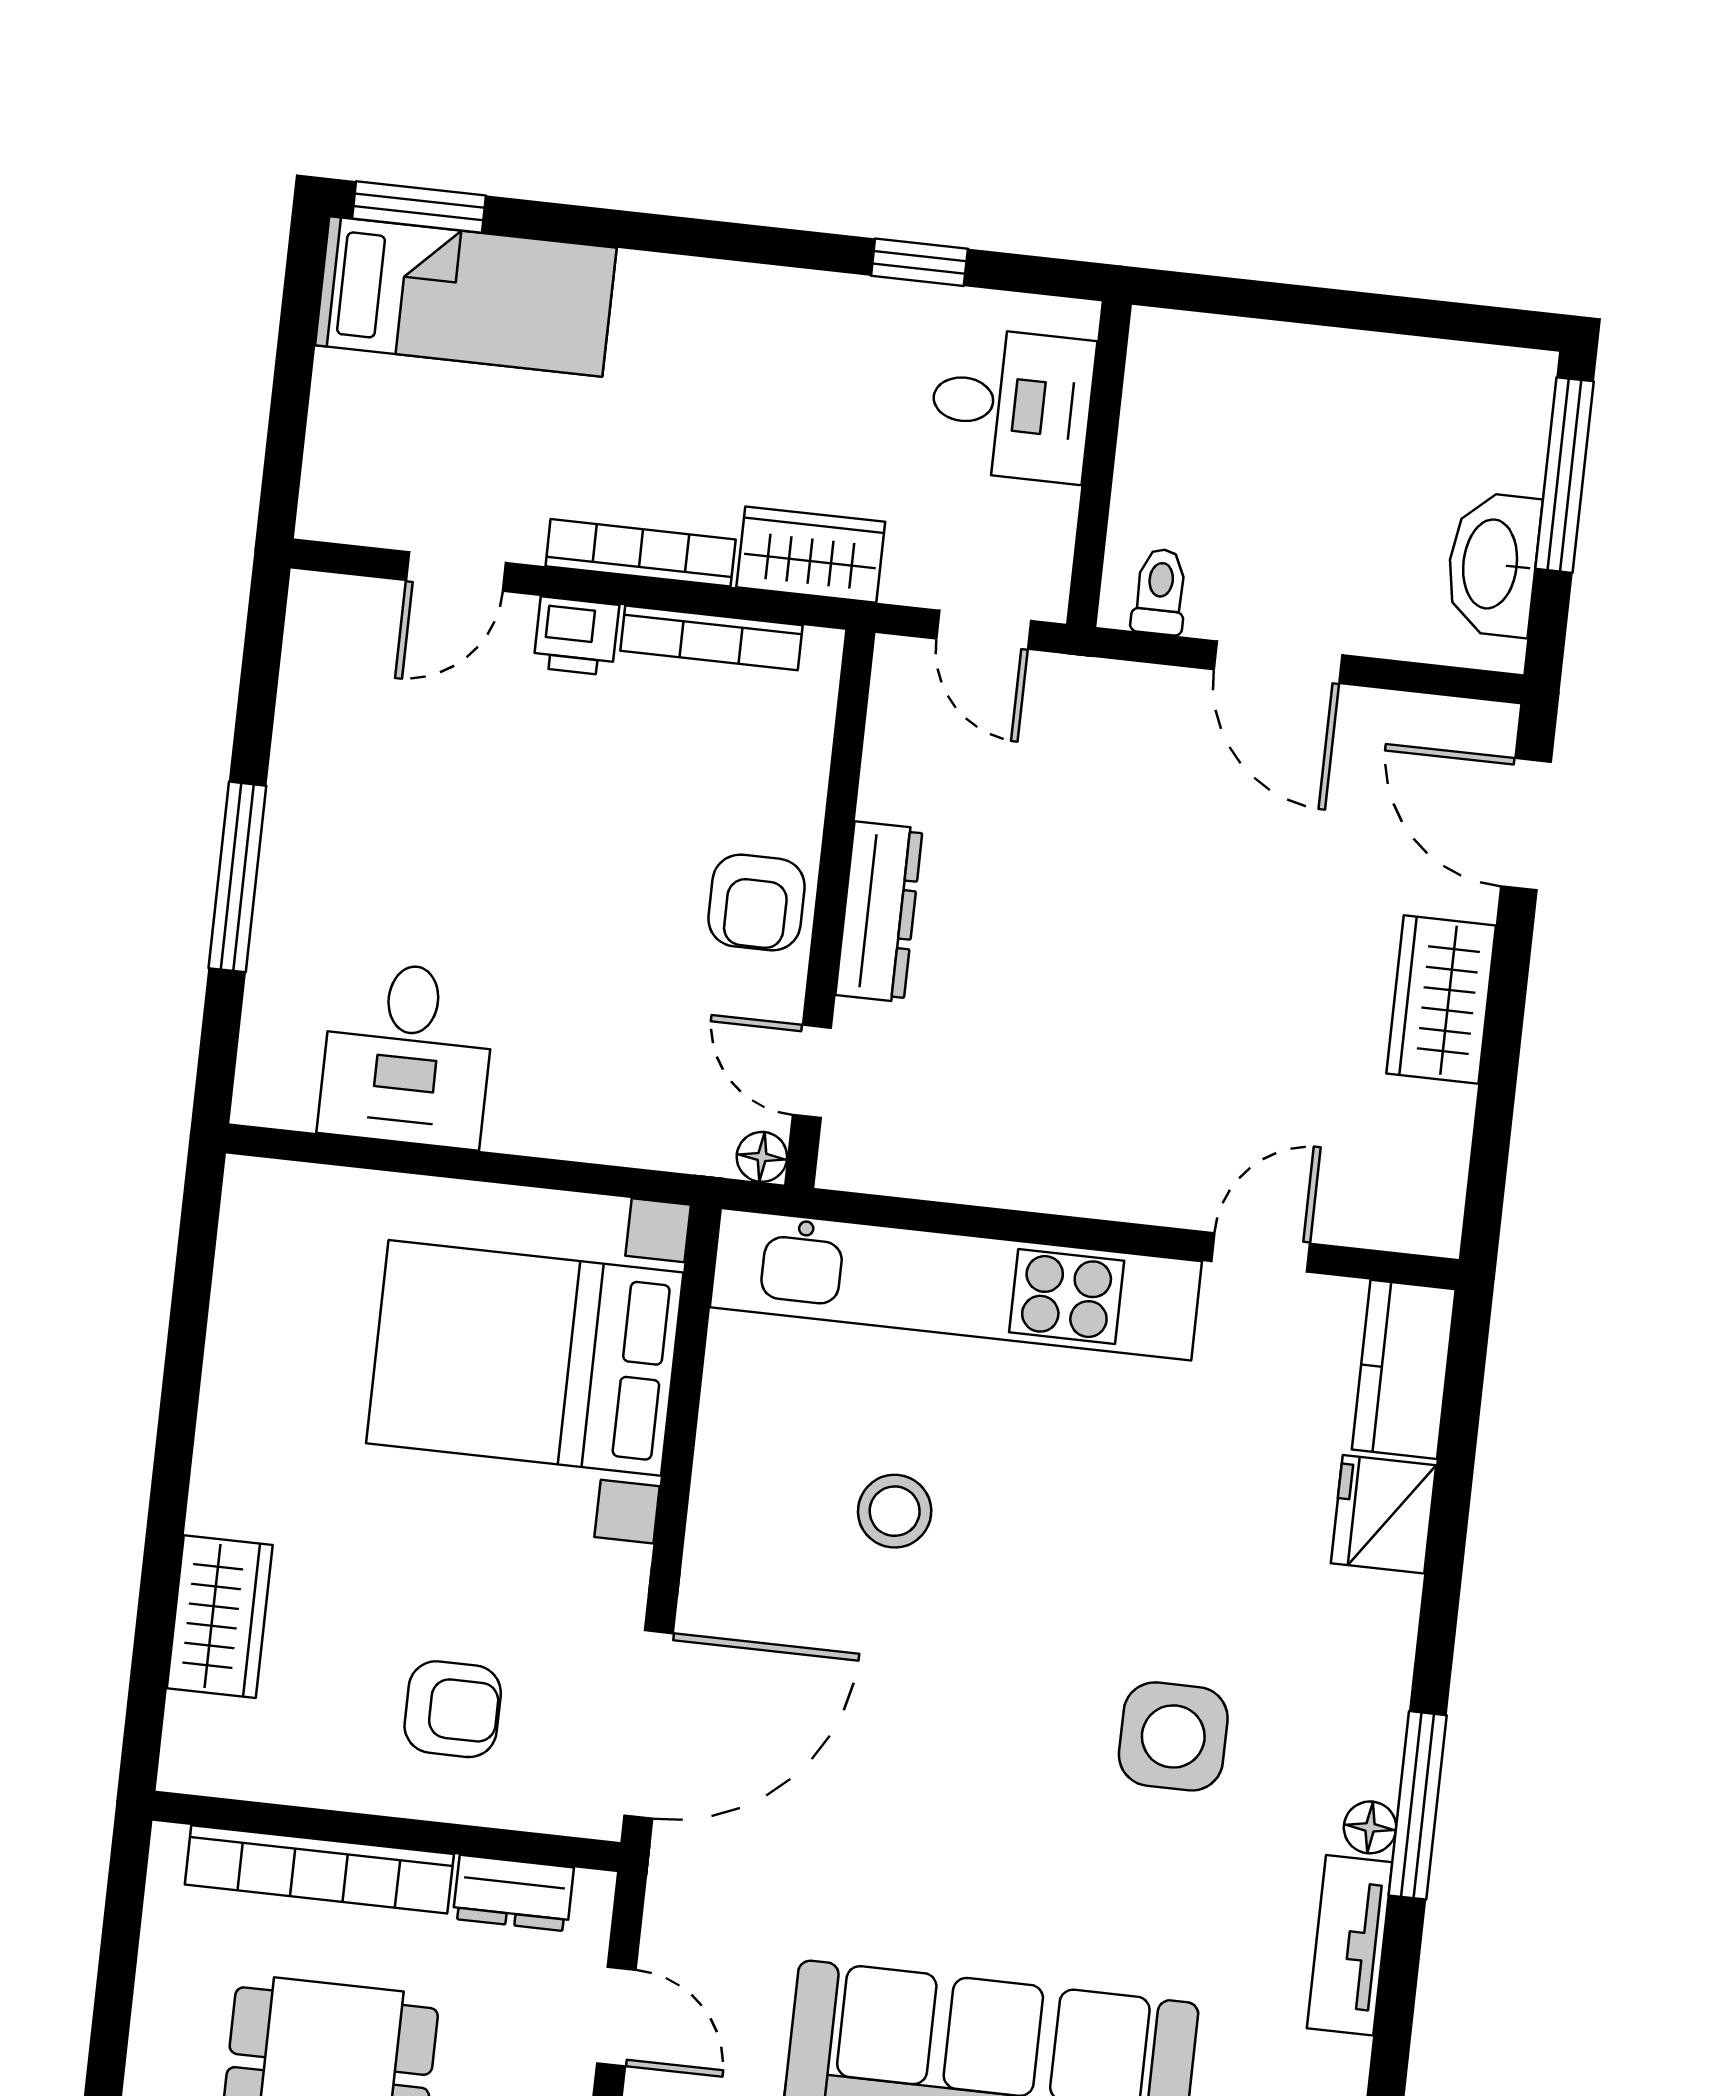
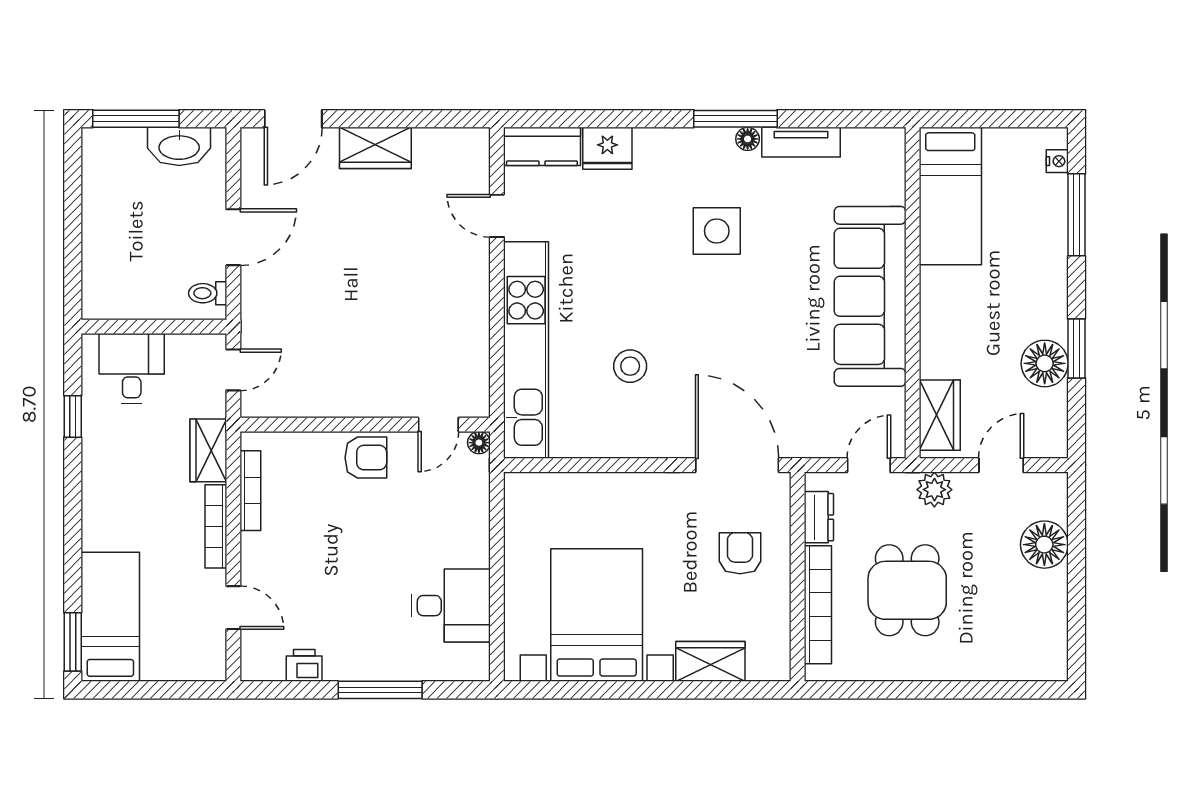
printer: (576, 636) -> (304, 665), moved, turned -90
dresser: (879, 912) -> (364, 403), removed
bed with nightstands: (525, 1358) -> (597, 615), moved, turned 180

